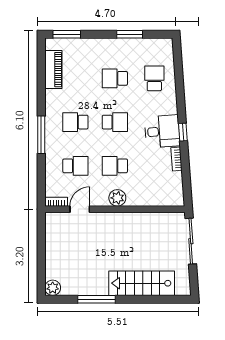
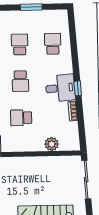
school desk: (115, 78) -> (20, 44), turned 90
school desk: (115, 122) -> (20, 81), turned 90
plant: (117, 198) -> (52, 144), moved

